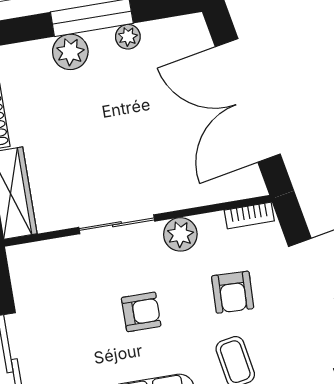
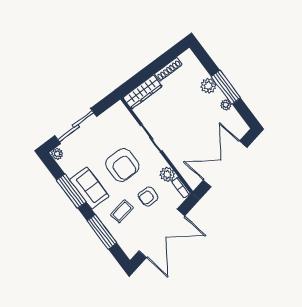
plant: (180, 234) -> (167, 174), moved
armchair: (141, 312) -> (122, 165), width x1.88, depth x1.88

